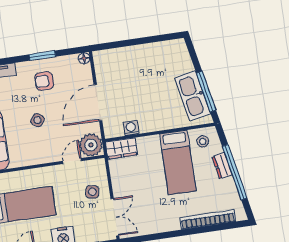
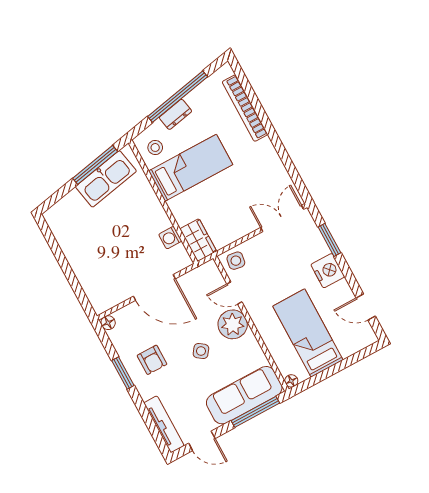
plant: (91, 145) -> (233, 324), moved
side table: (92, 192) -> (236, 261), moved

